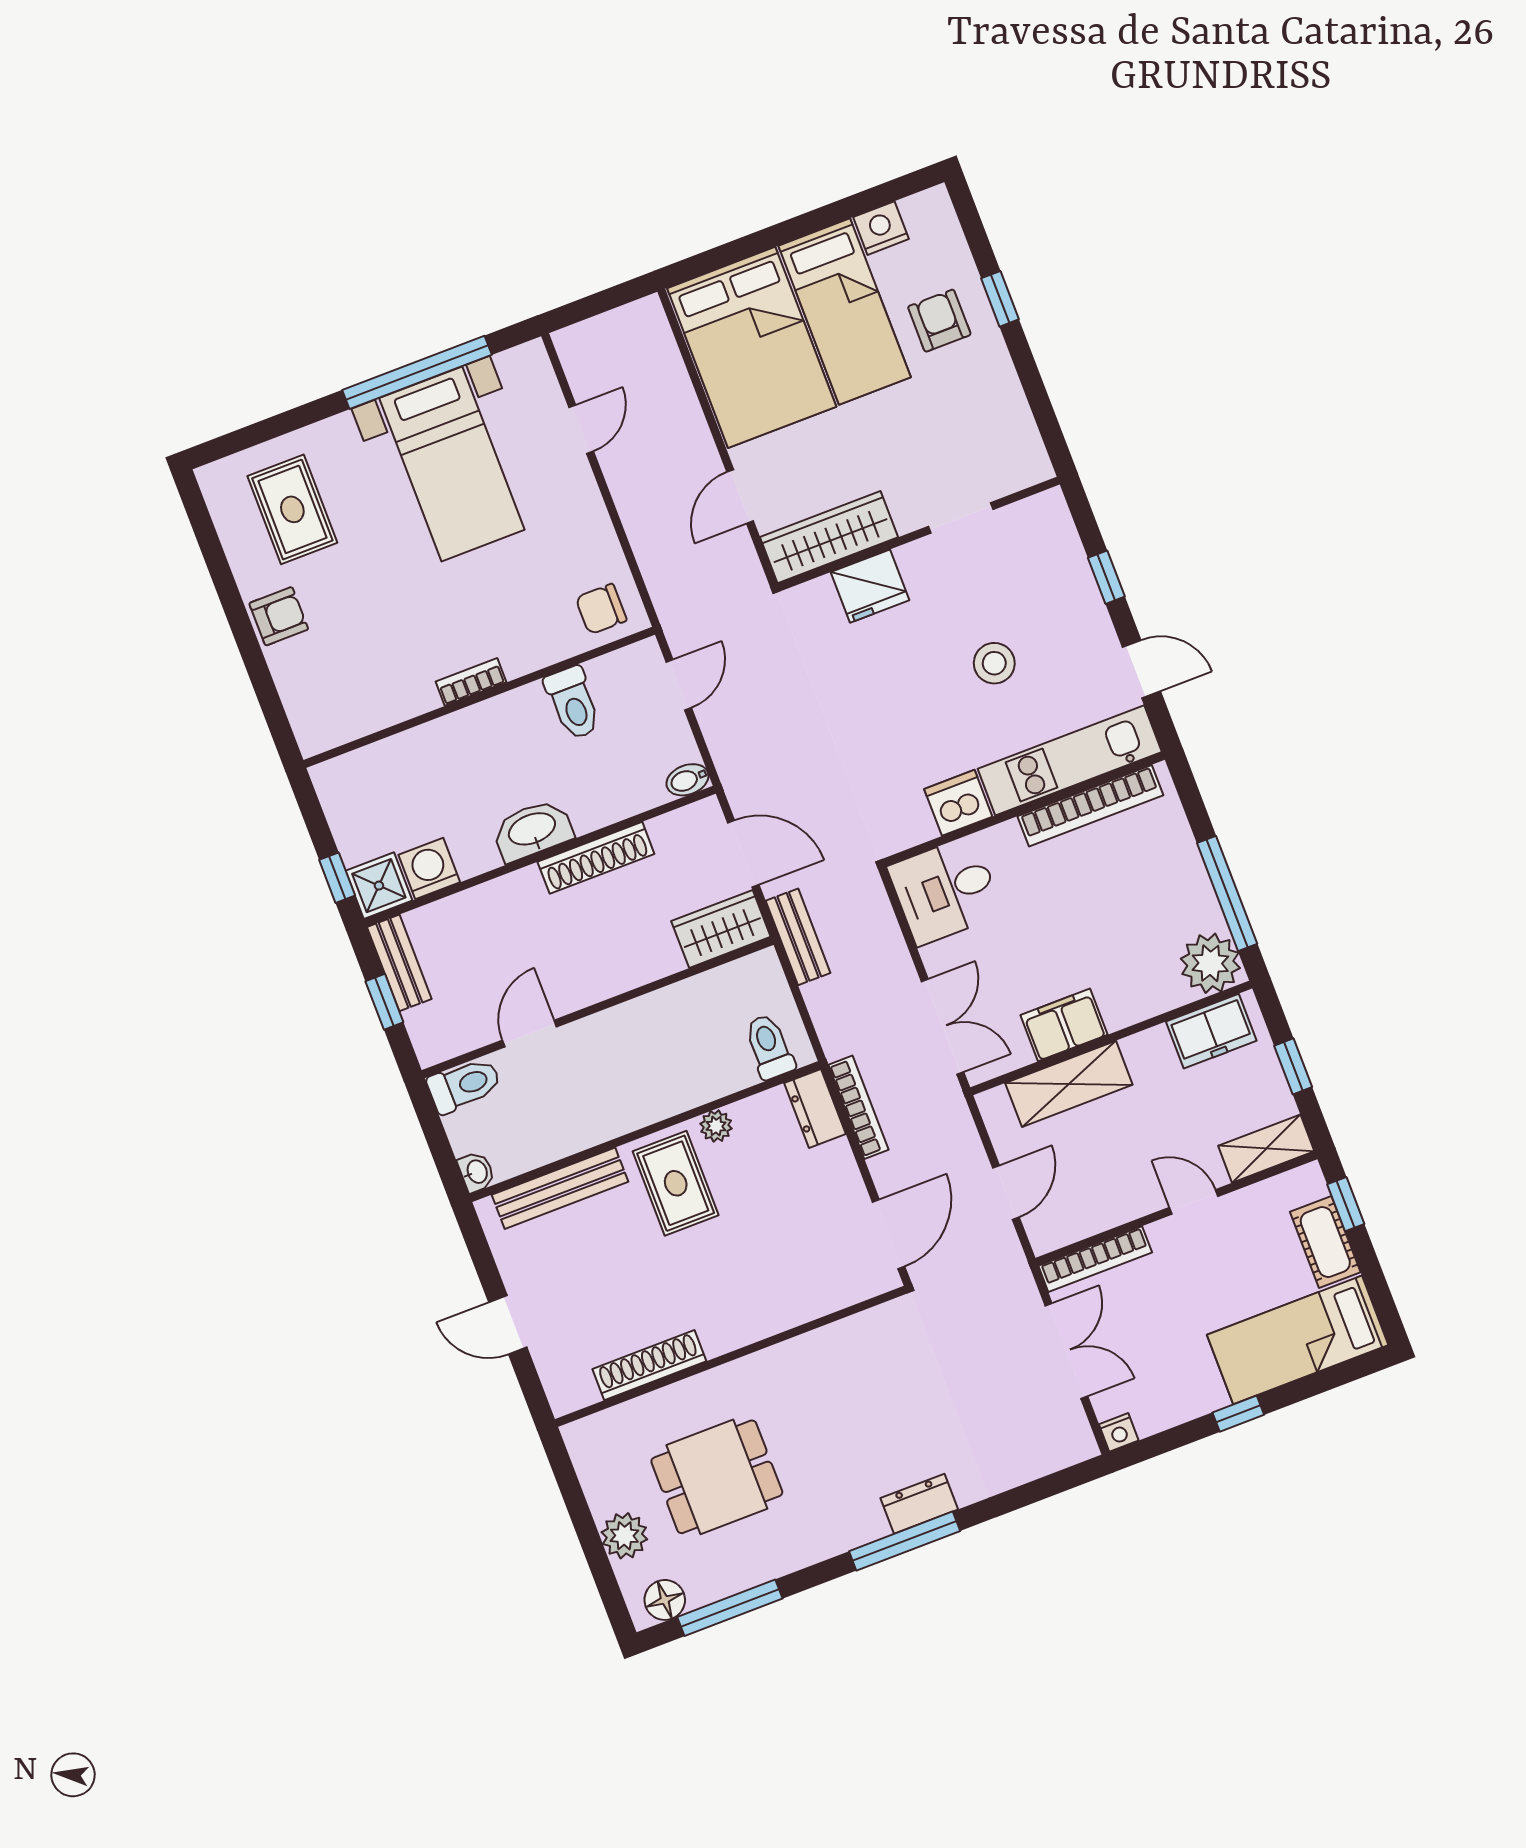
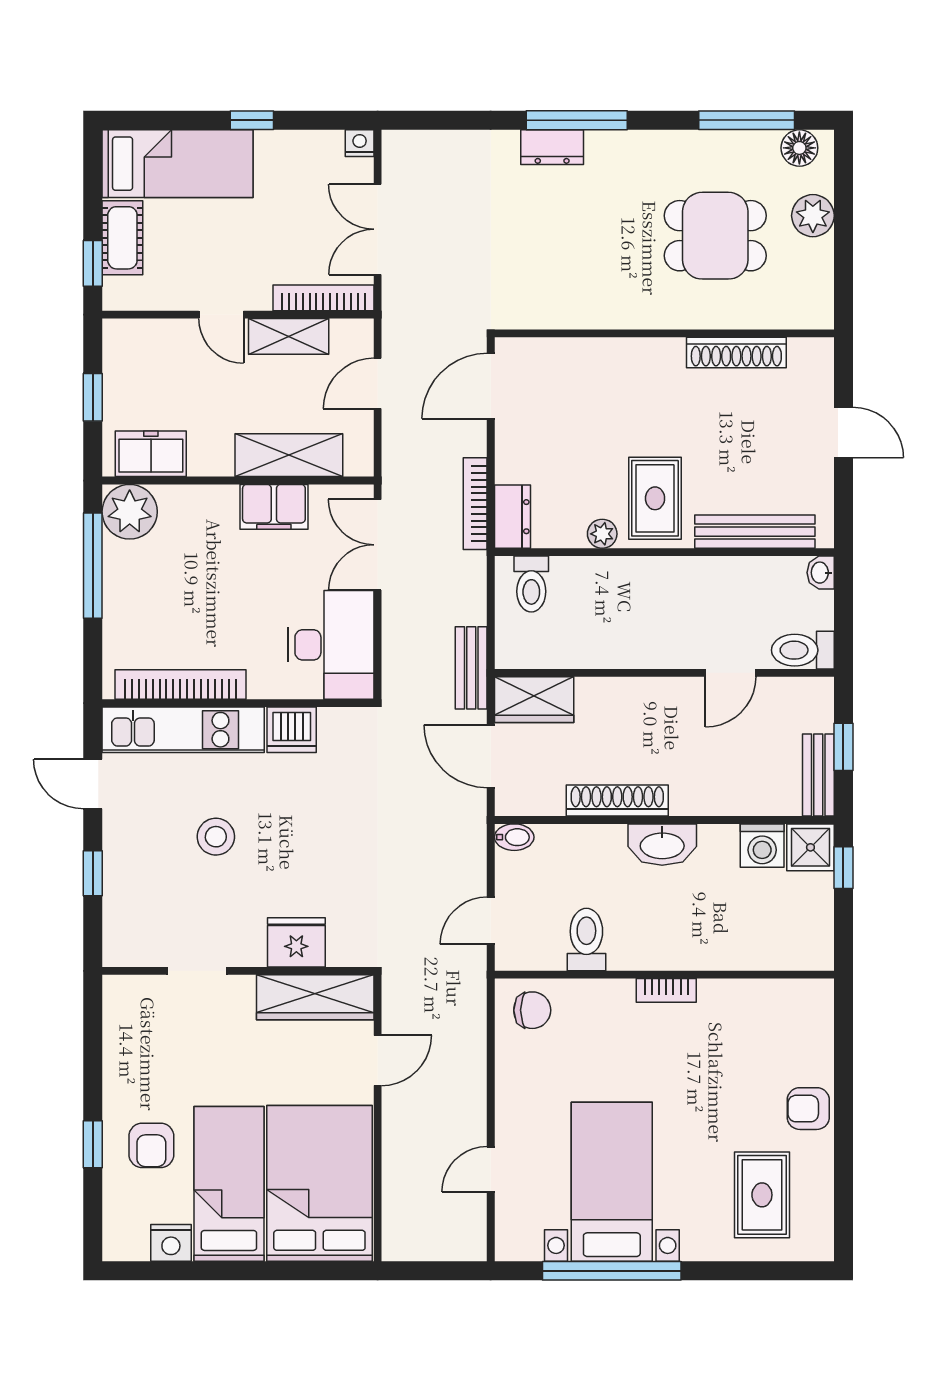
desk: (945, 890) -> (331, 645), width x1.37
shelving: (1266, 1149) -> (289, 336), moved

